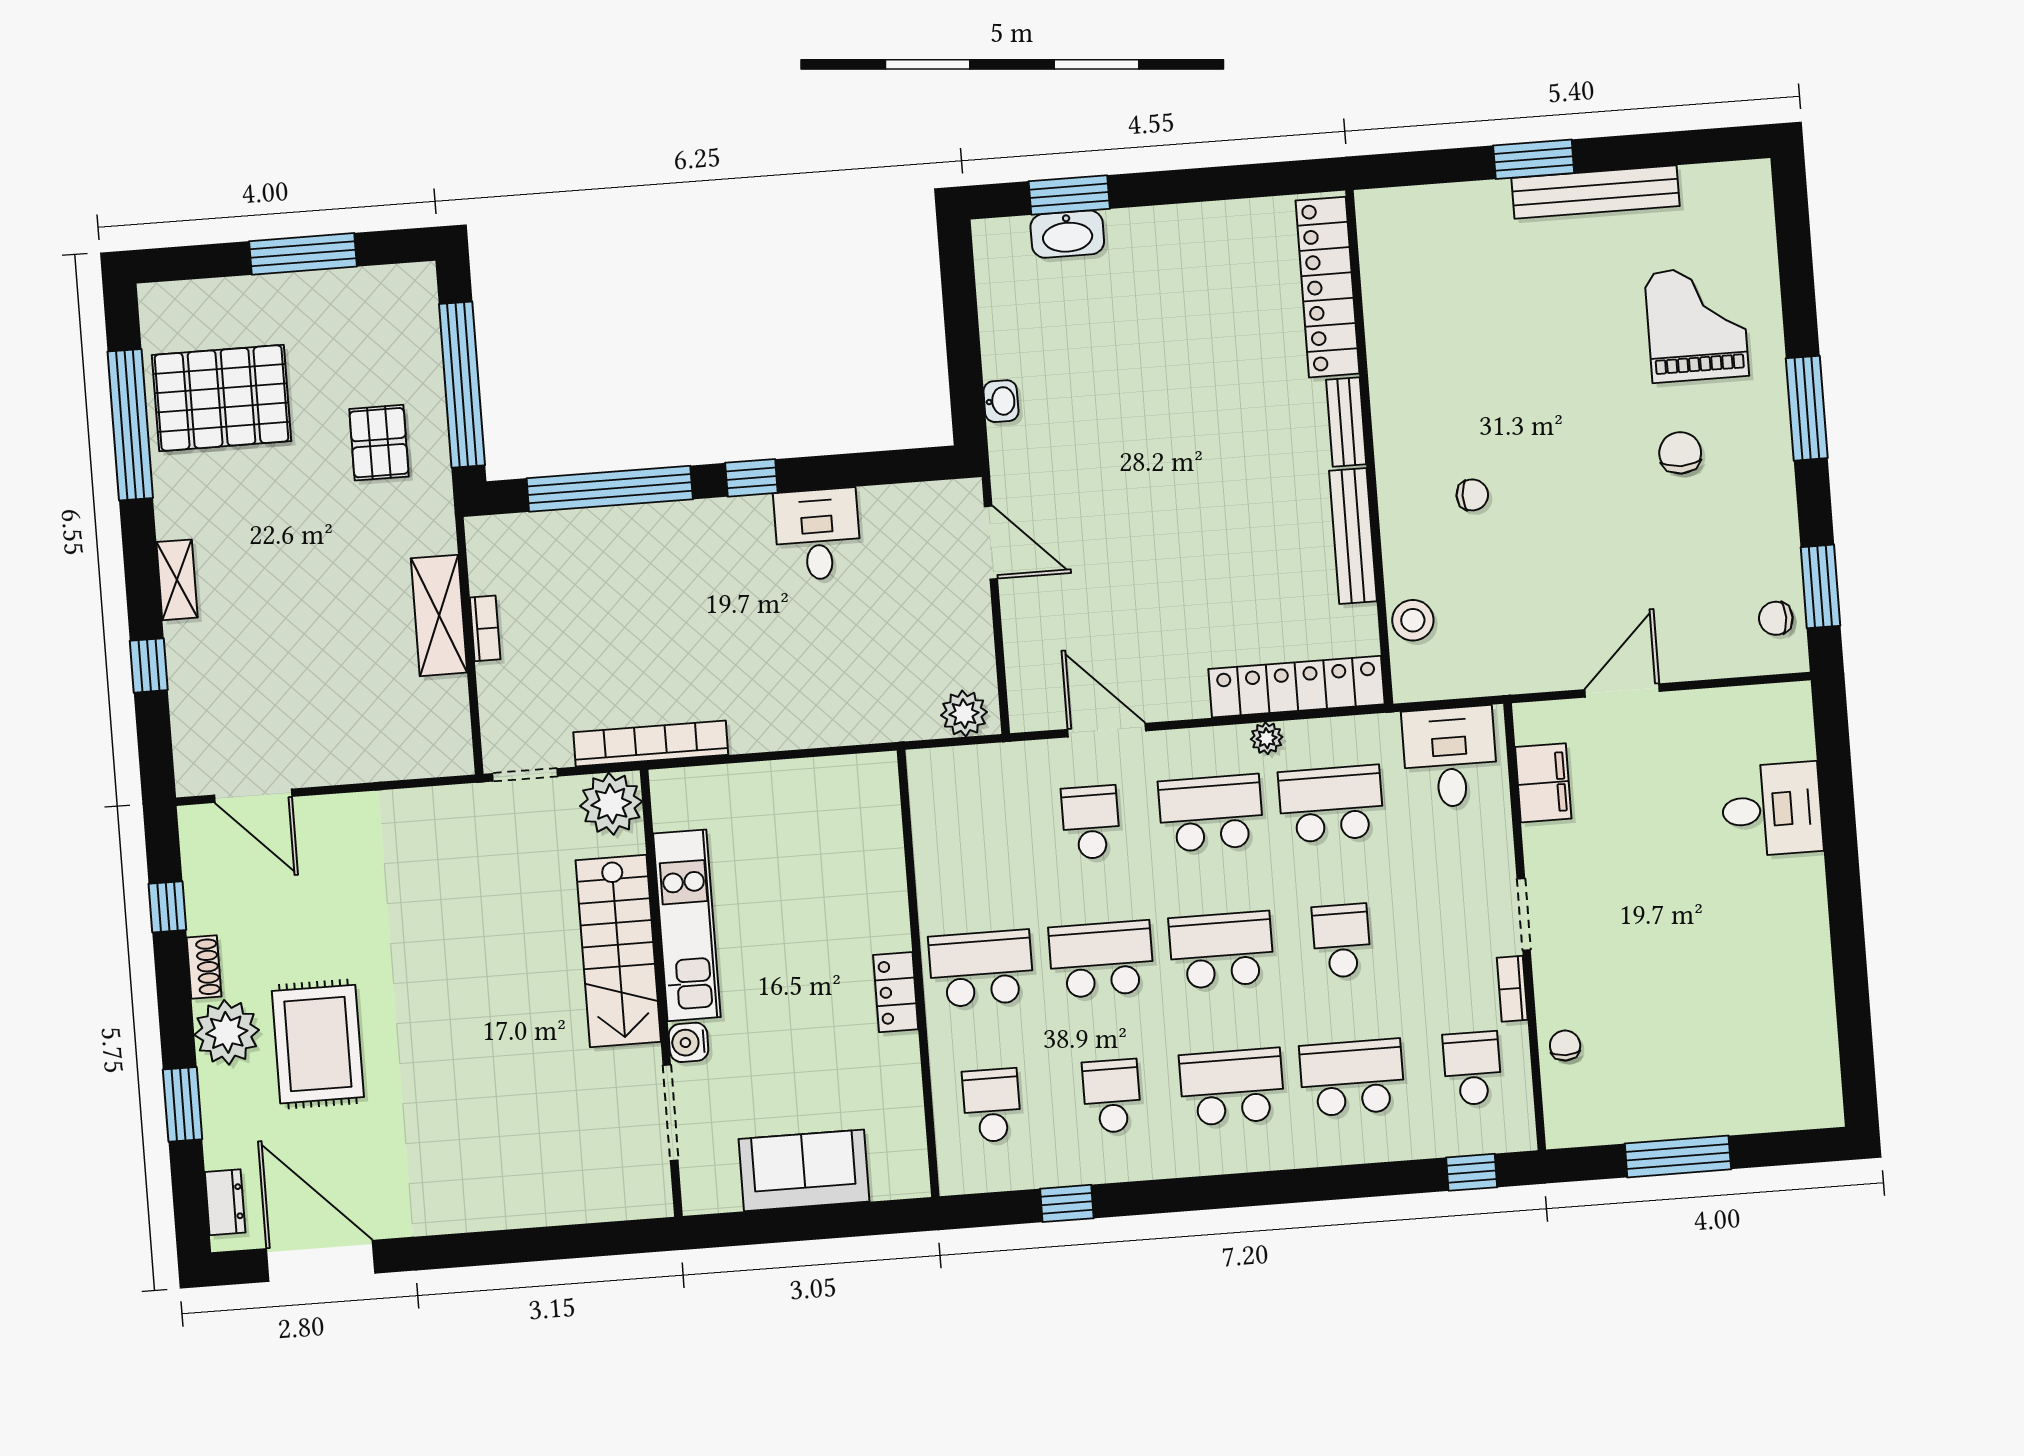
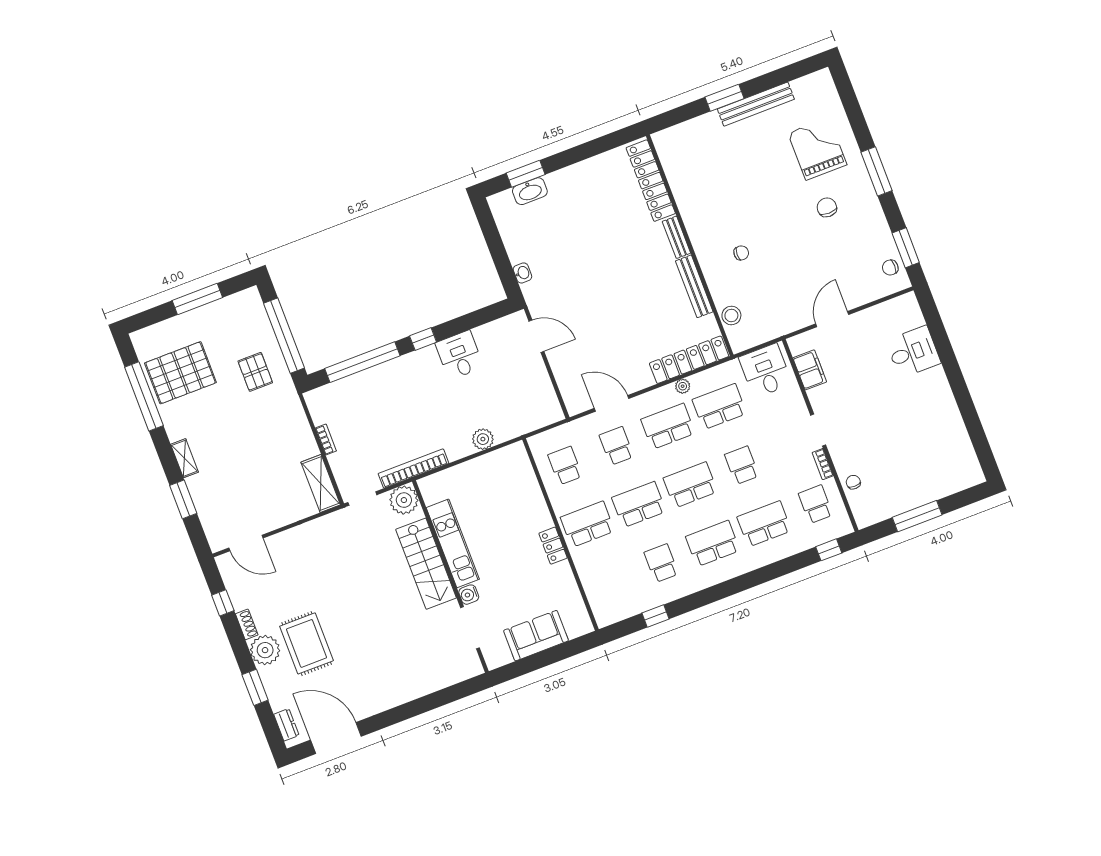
shelving: (439, 615) -> (321, 483), moved
window: (149, 665) -> (183, 499), width x1.50
plant: (964, 714) -> (483, 439), moved
school desk: (992, 1105) -> (565, 466), moved

